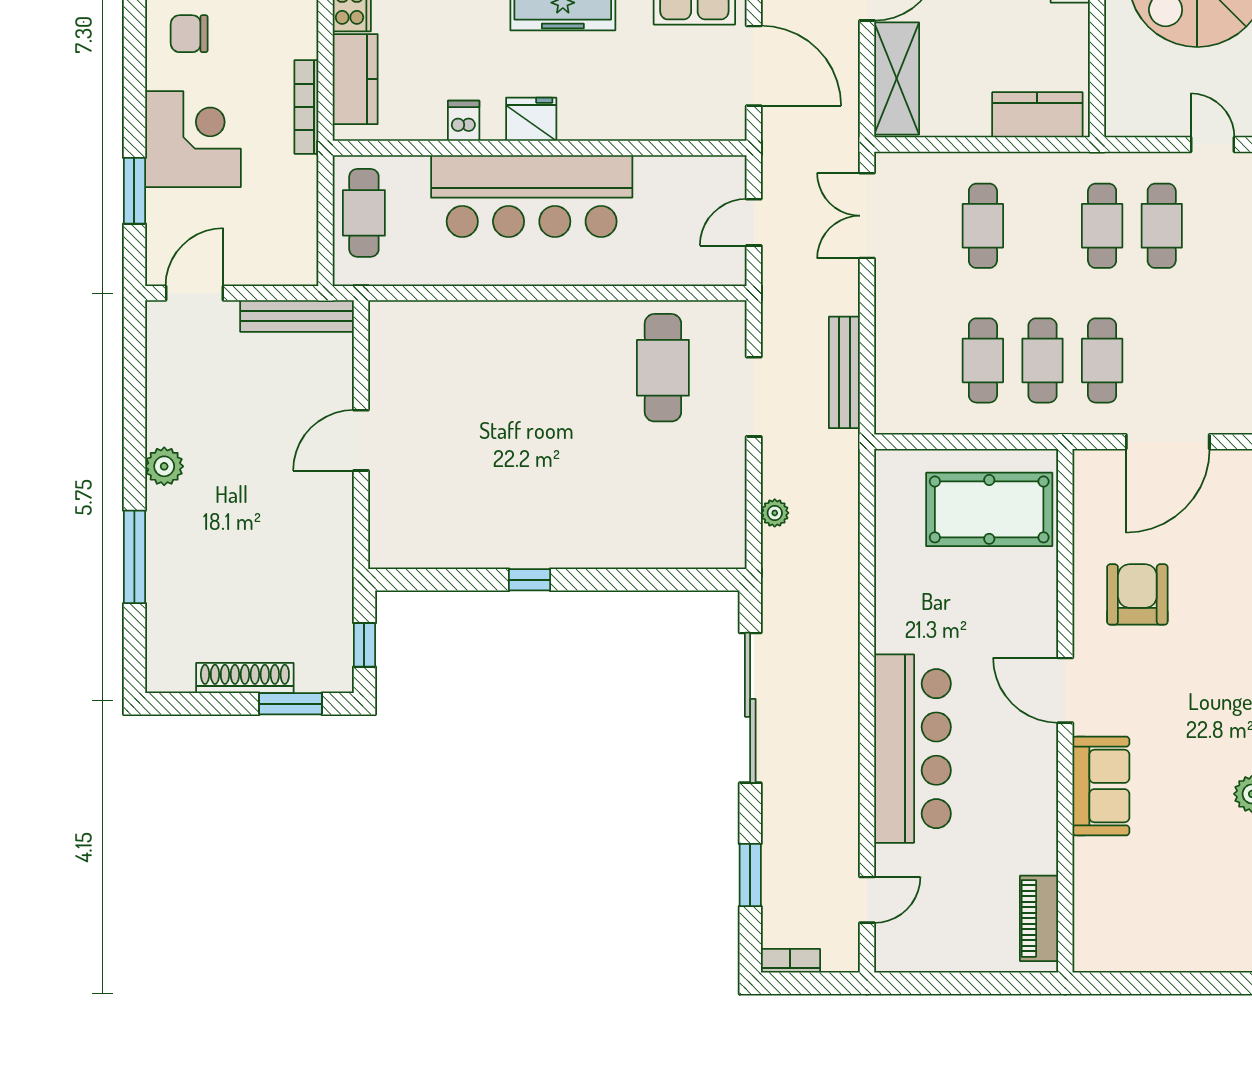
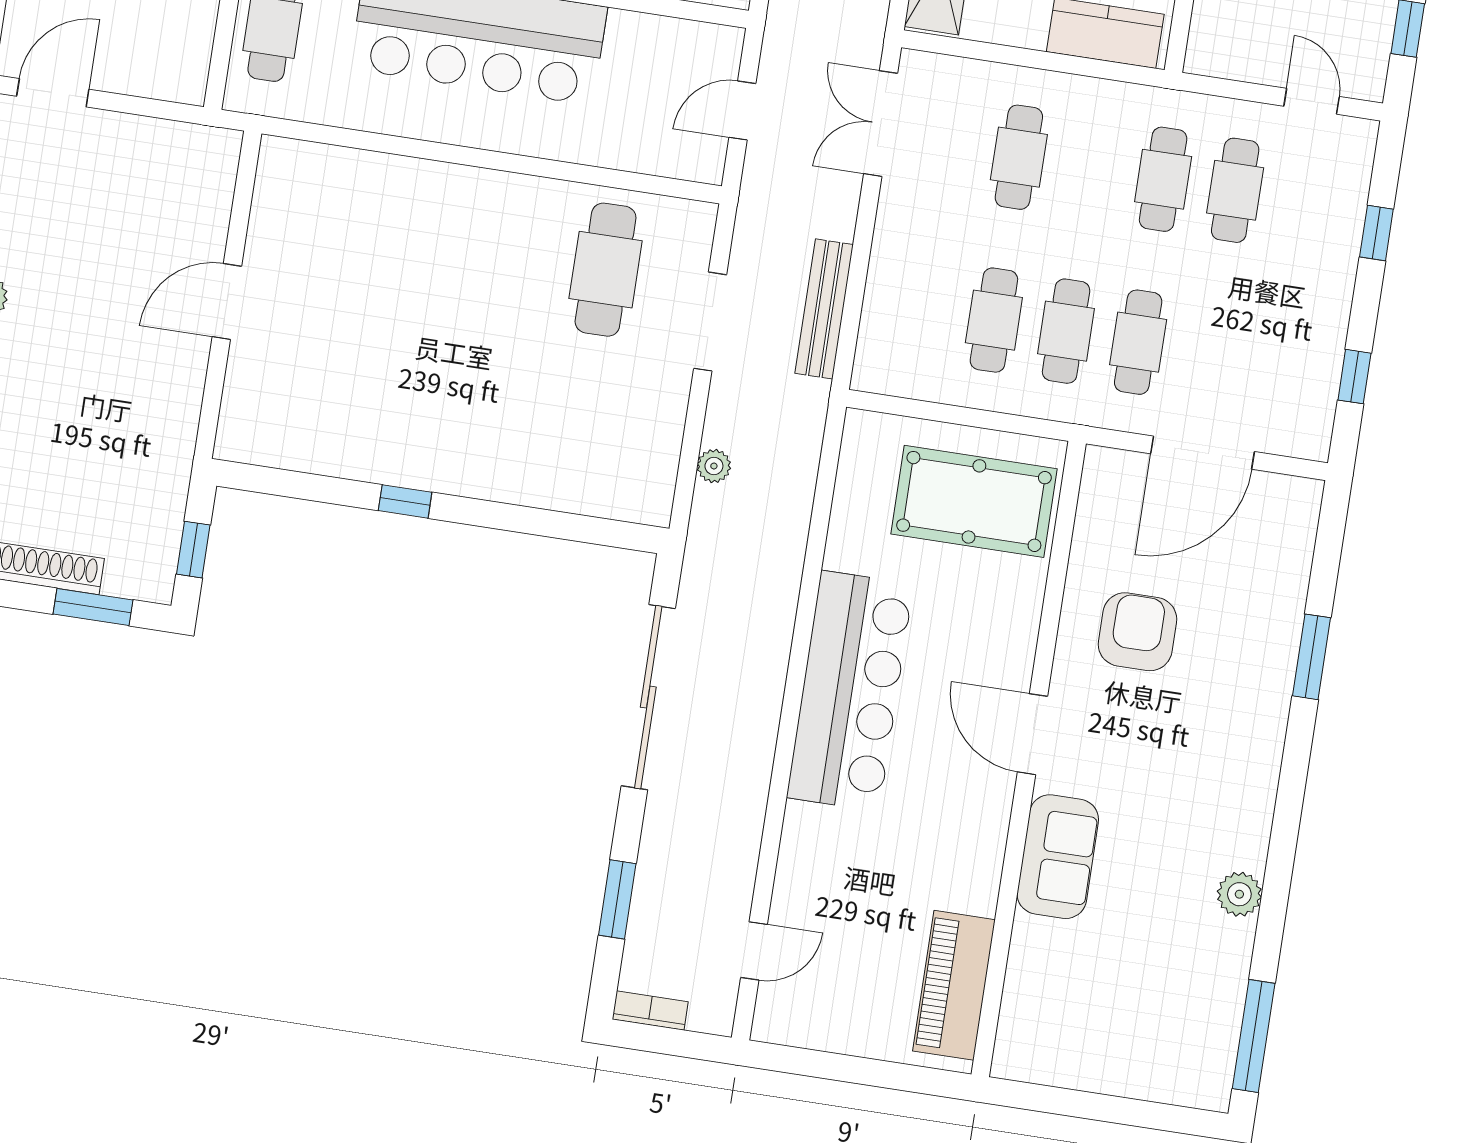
bench: (297, 316) -> (173, 139), removed
bar counter: (912, 749) -> (850, 691), moved
piano: (1039, 918) -> (954, 985), width x1.37, depth x1.33

